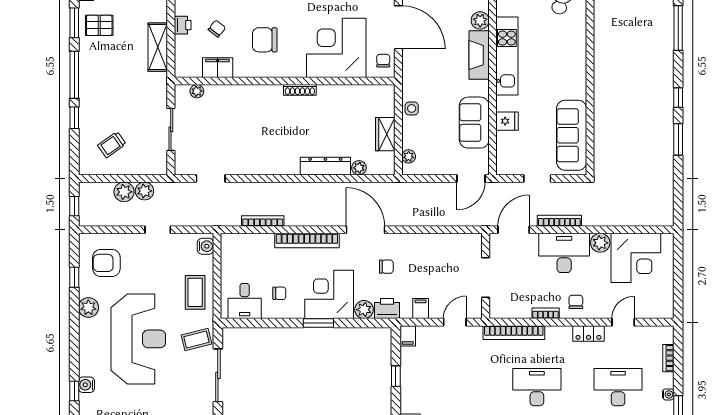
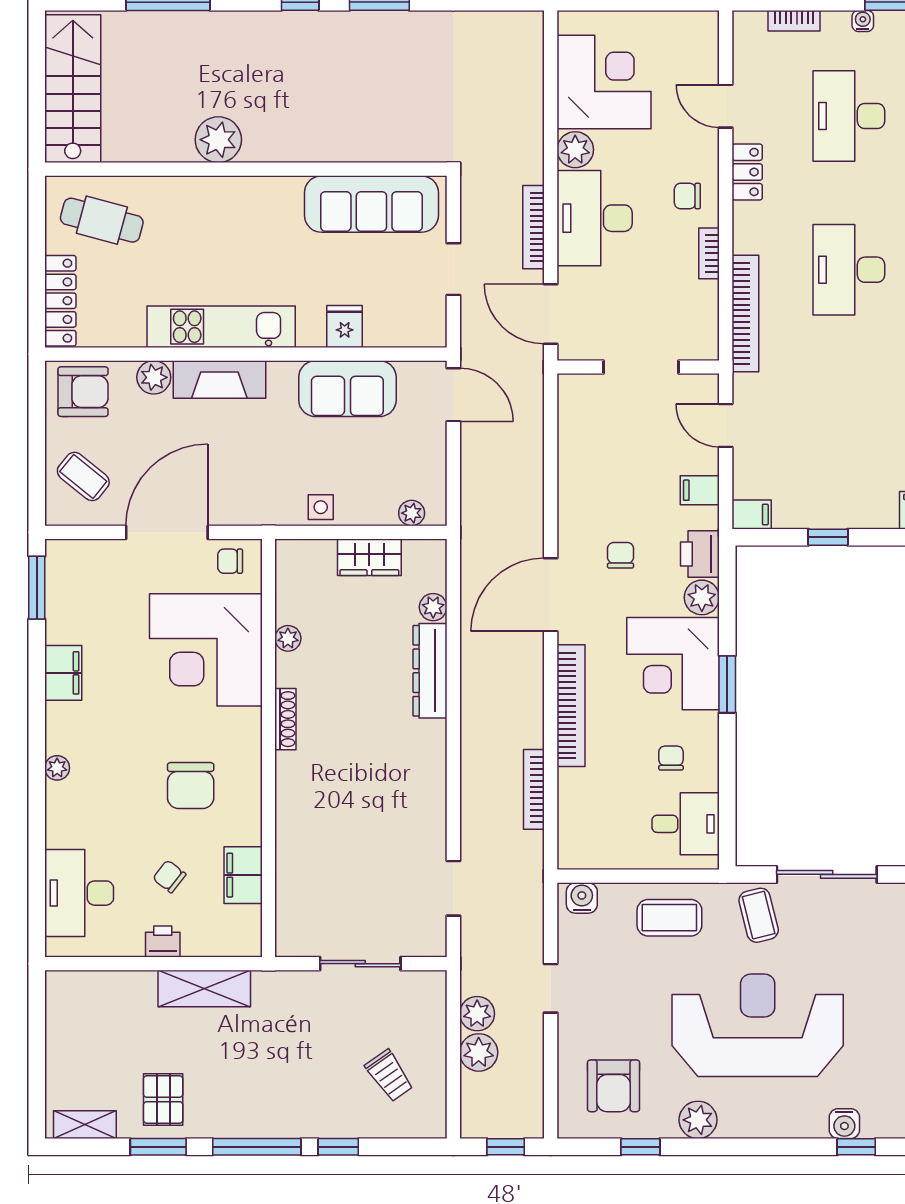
plant: (606, 54) -> (218, 140), added
plant: (197, 91) -> (288, 638), moved

